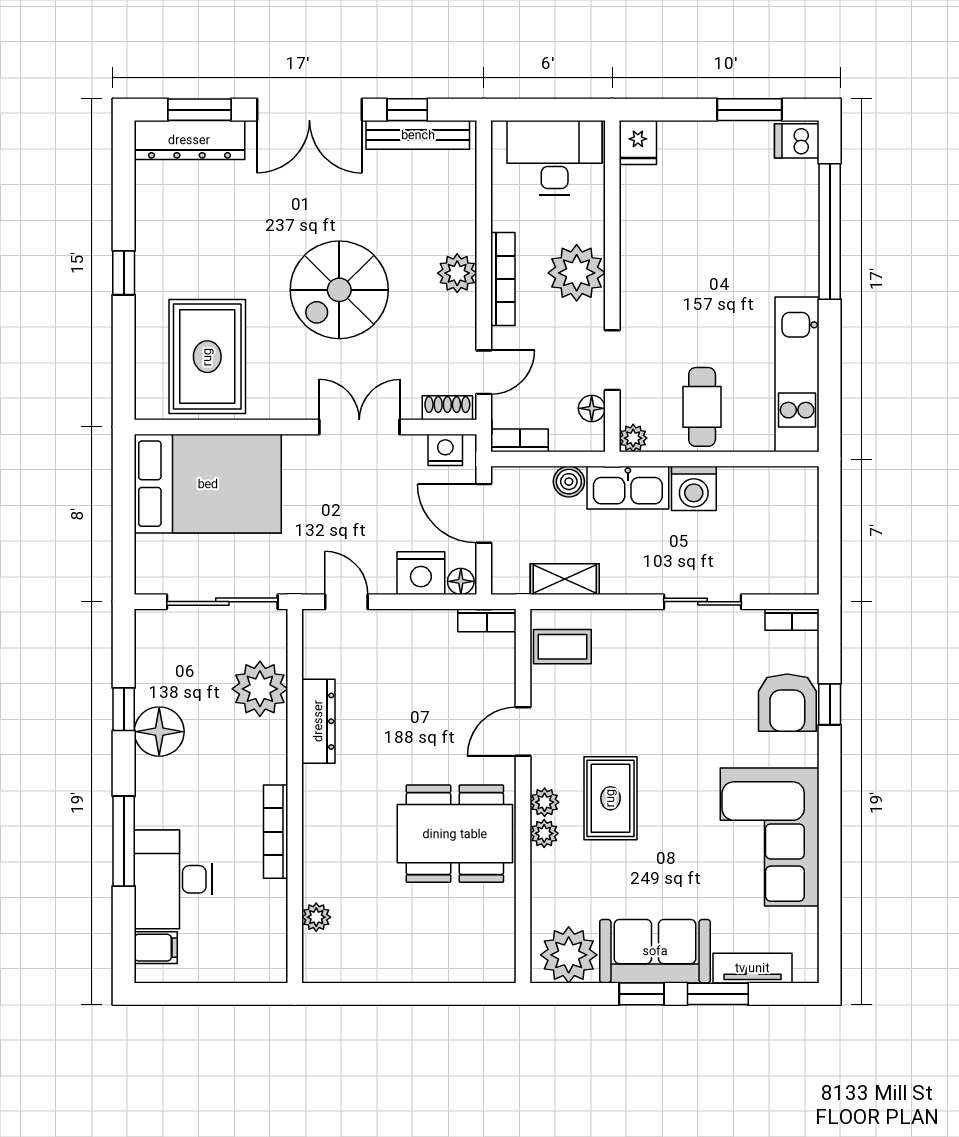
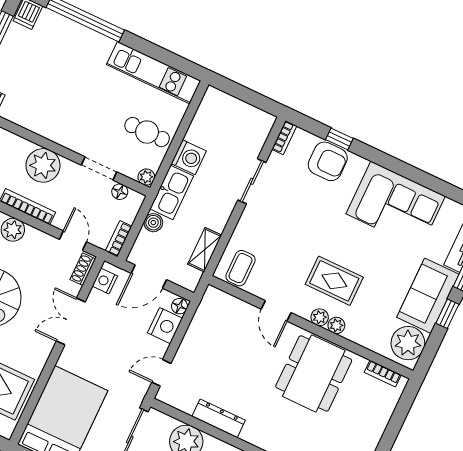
bookcase: (487, 620) -> (383, 374), moved, turned 90

